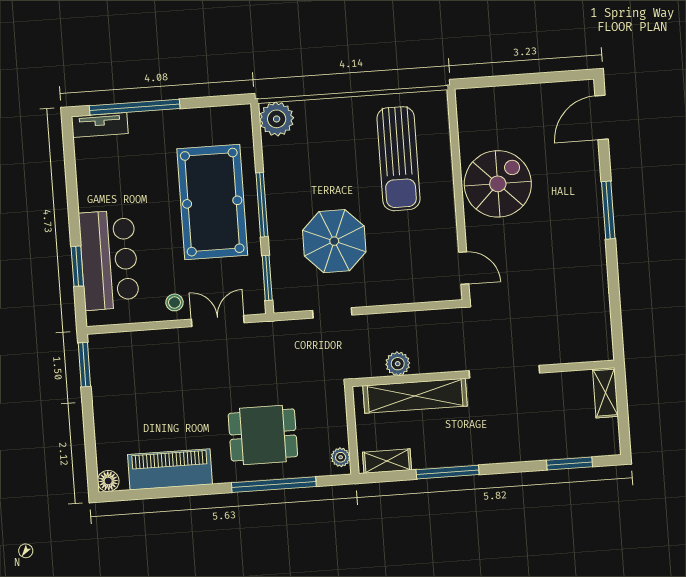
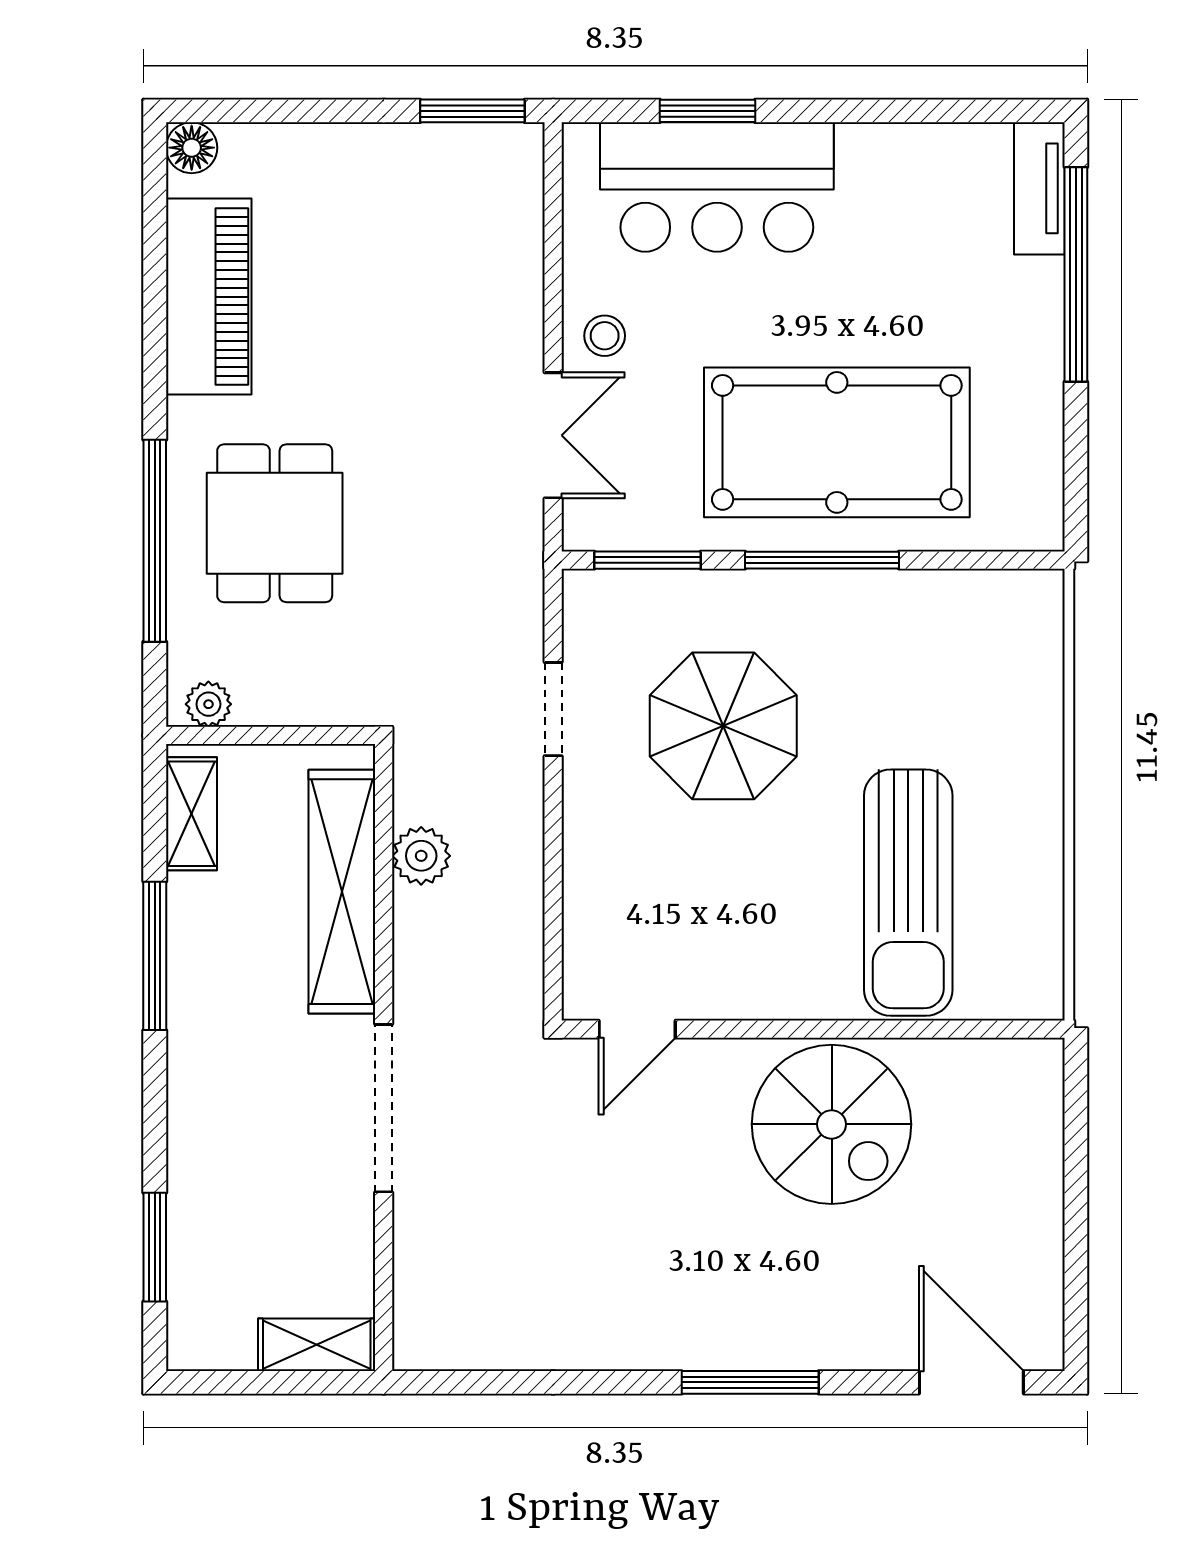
plant: (277, 119) -> (1024, 610), removed
sun lounger: (398, 159) -> (908, 893), turned -90

